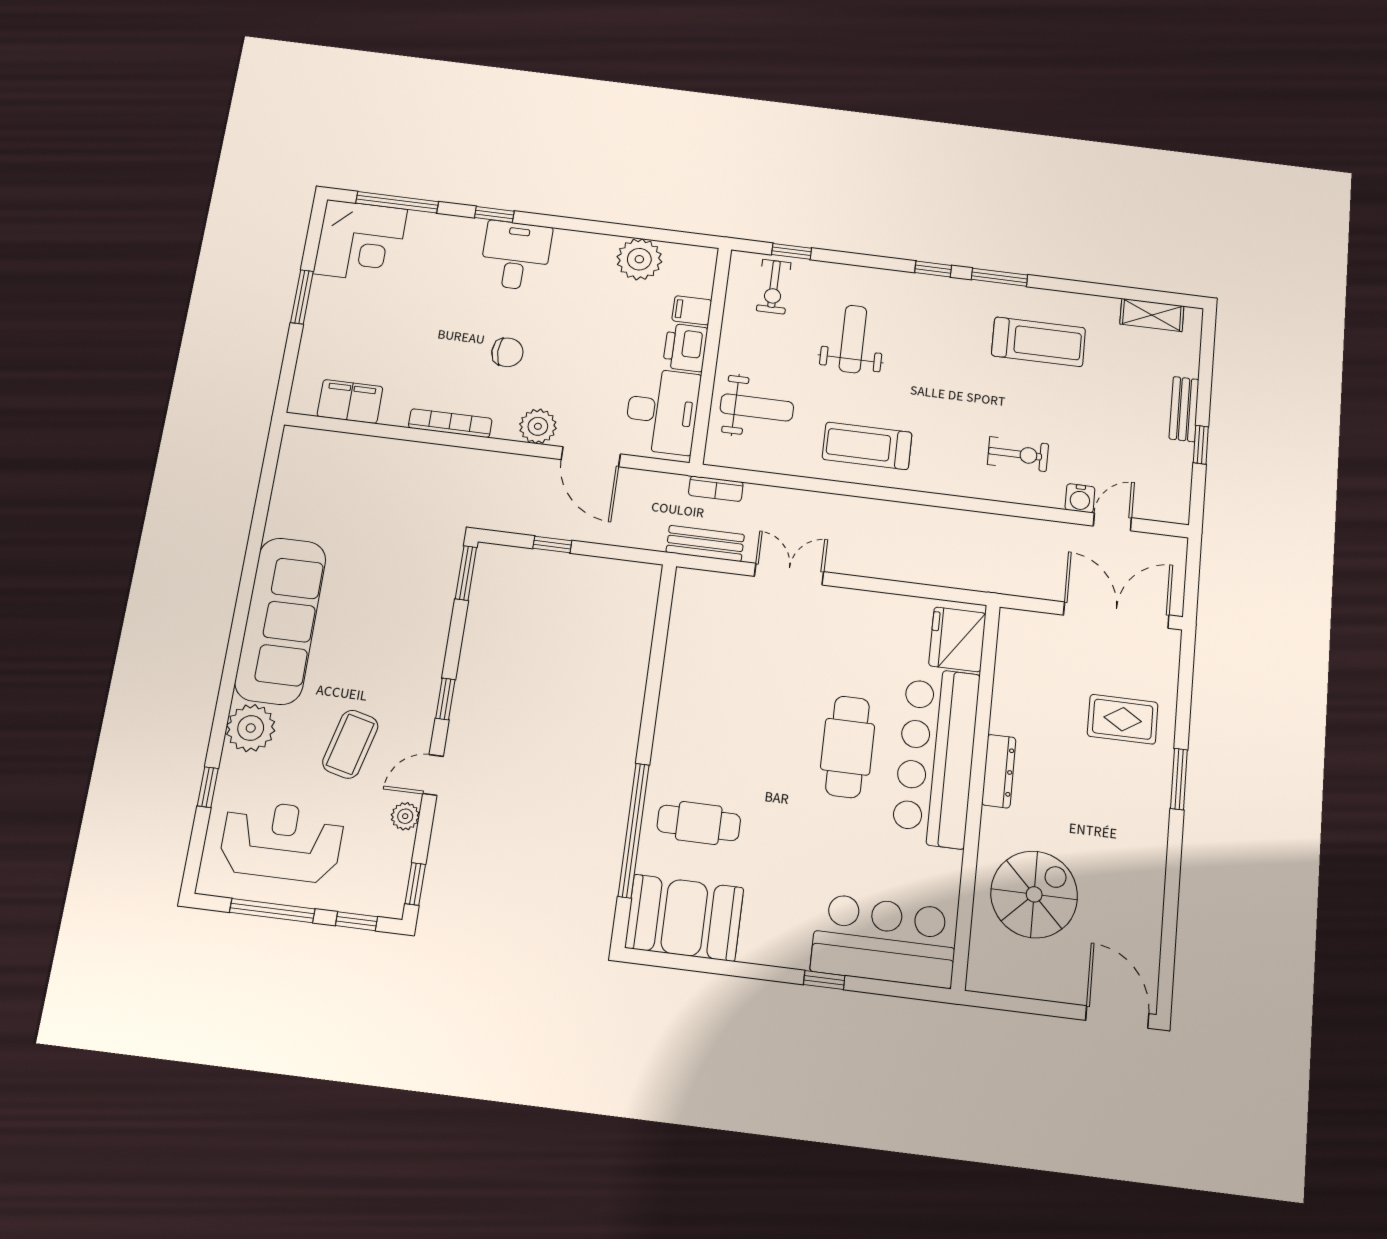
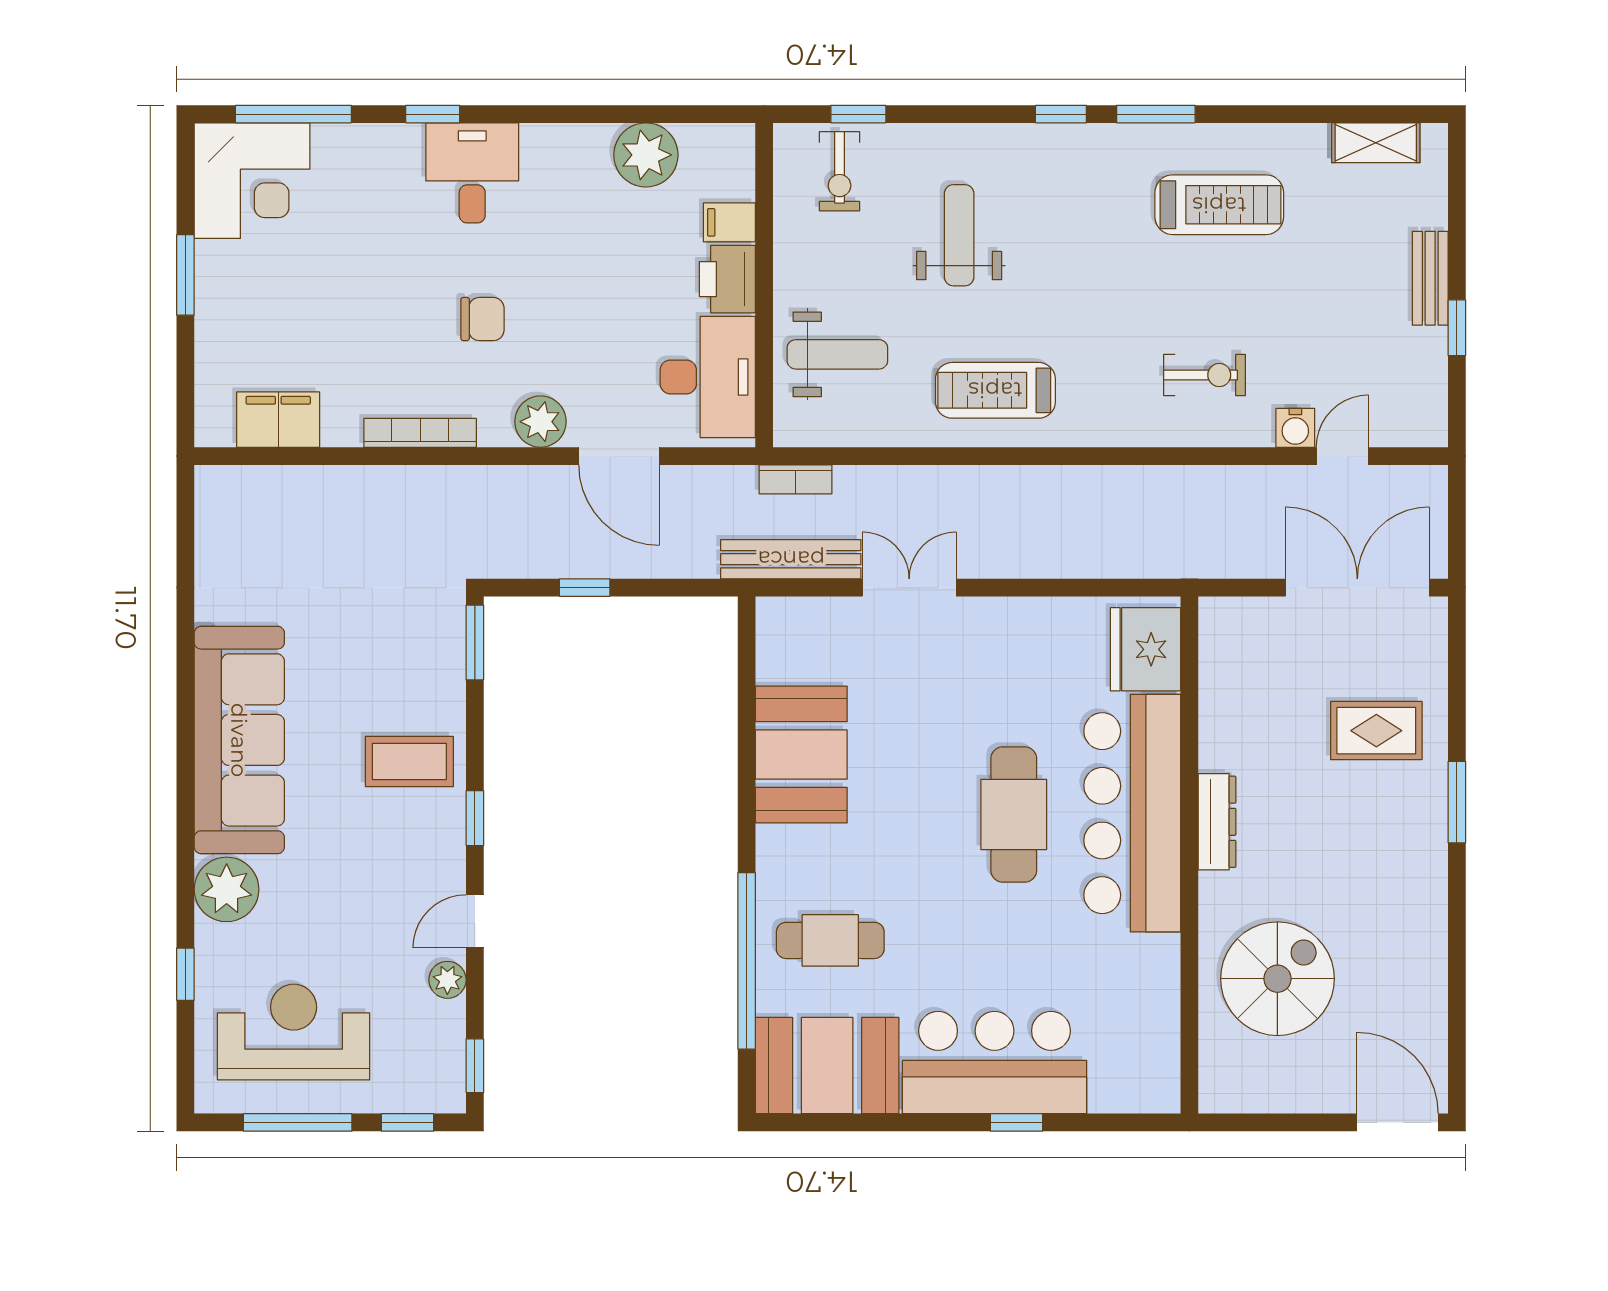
bench: (705, 543) -> (791, 559), width x1.36
booth: (695, 683) -> (801, 755), added
coffee table: (350, 744) -> (409, 761), moved, turned 76
bar counter: (884, 941) -> (994, 1063), moved

